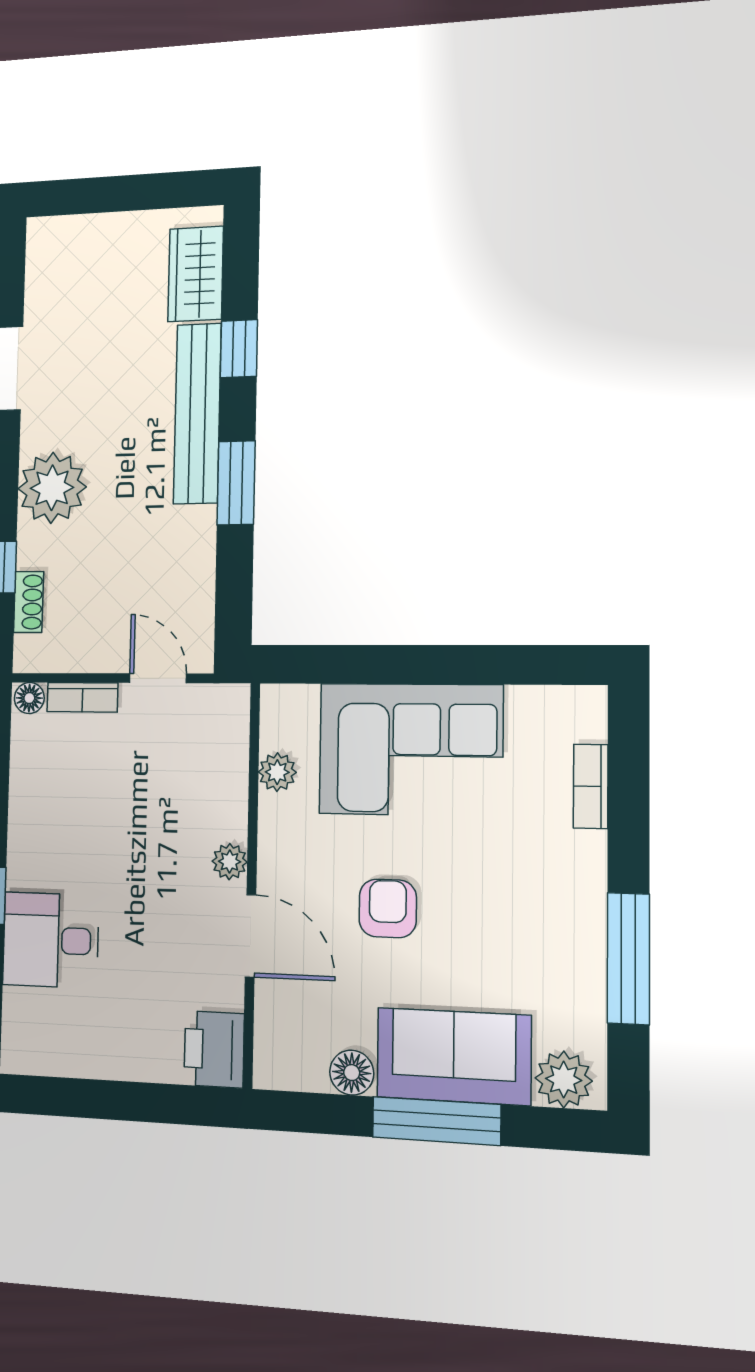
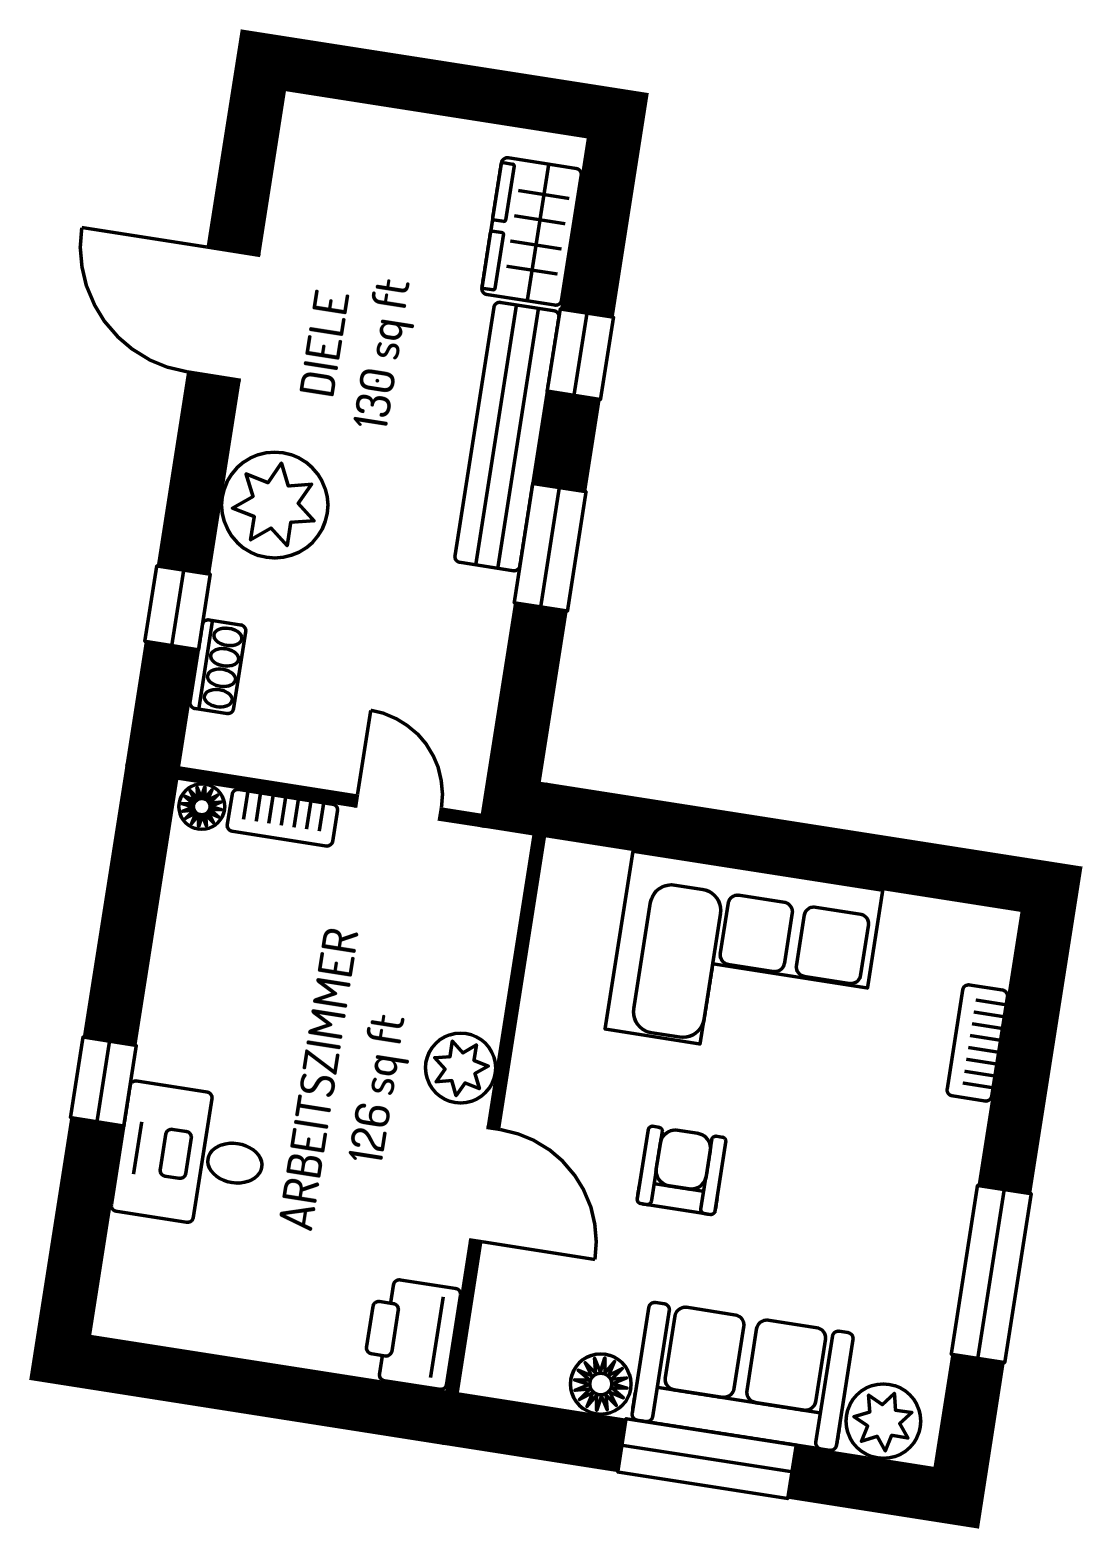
plant: (277, 772) -> (553, 964), removed
plant: (230, 862) -> (461, 1068), width x1.38, depth x1.38

